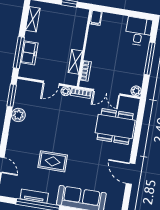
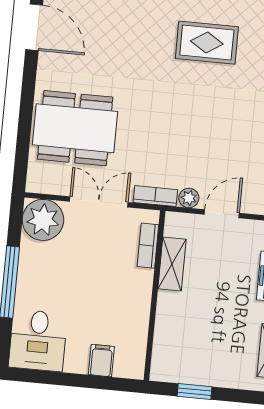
filing cabinet: (96, 18) -> (101, 361), moved
plant: (136, 91) -> (43, 220), width x1.88, depth x1.88

